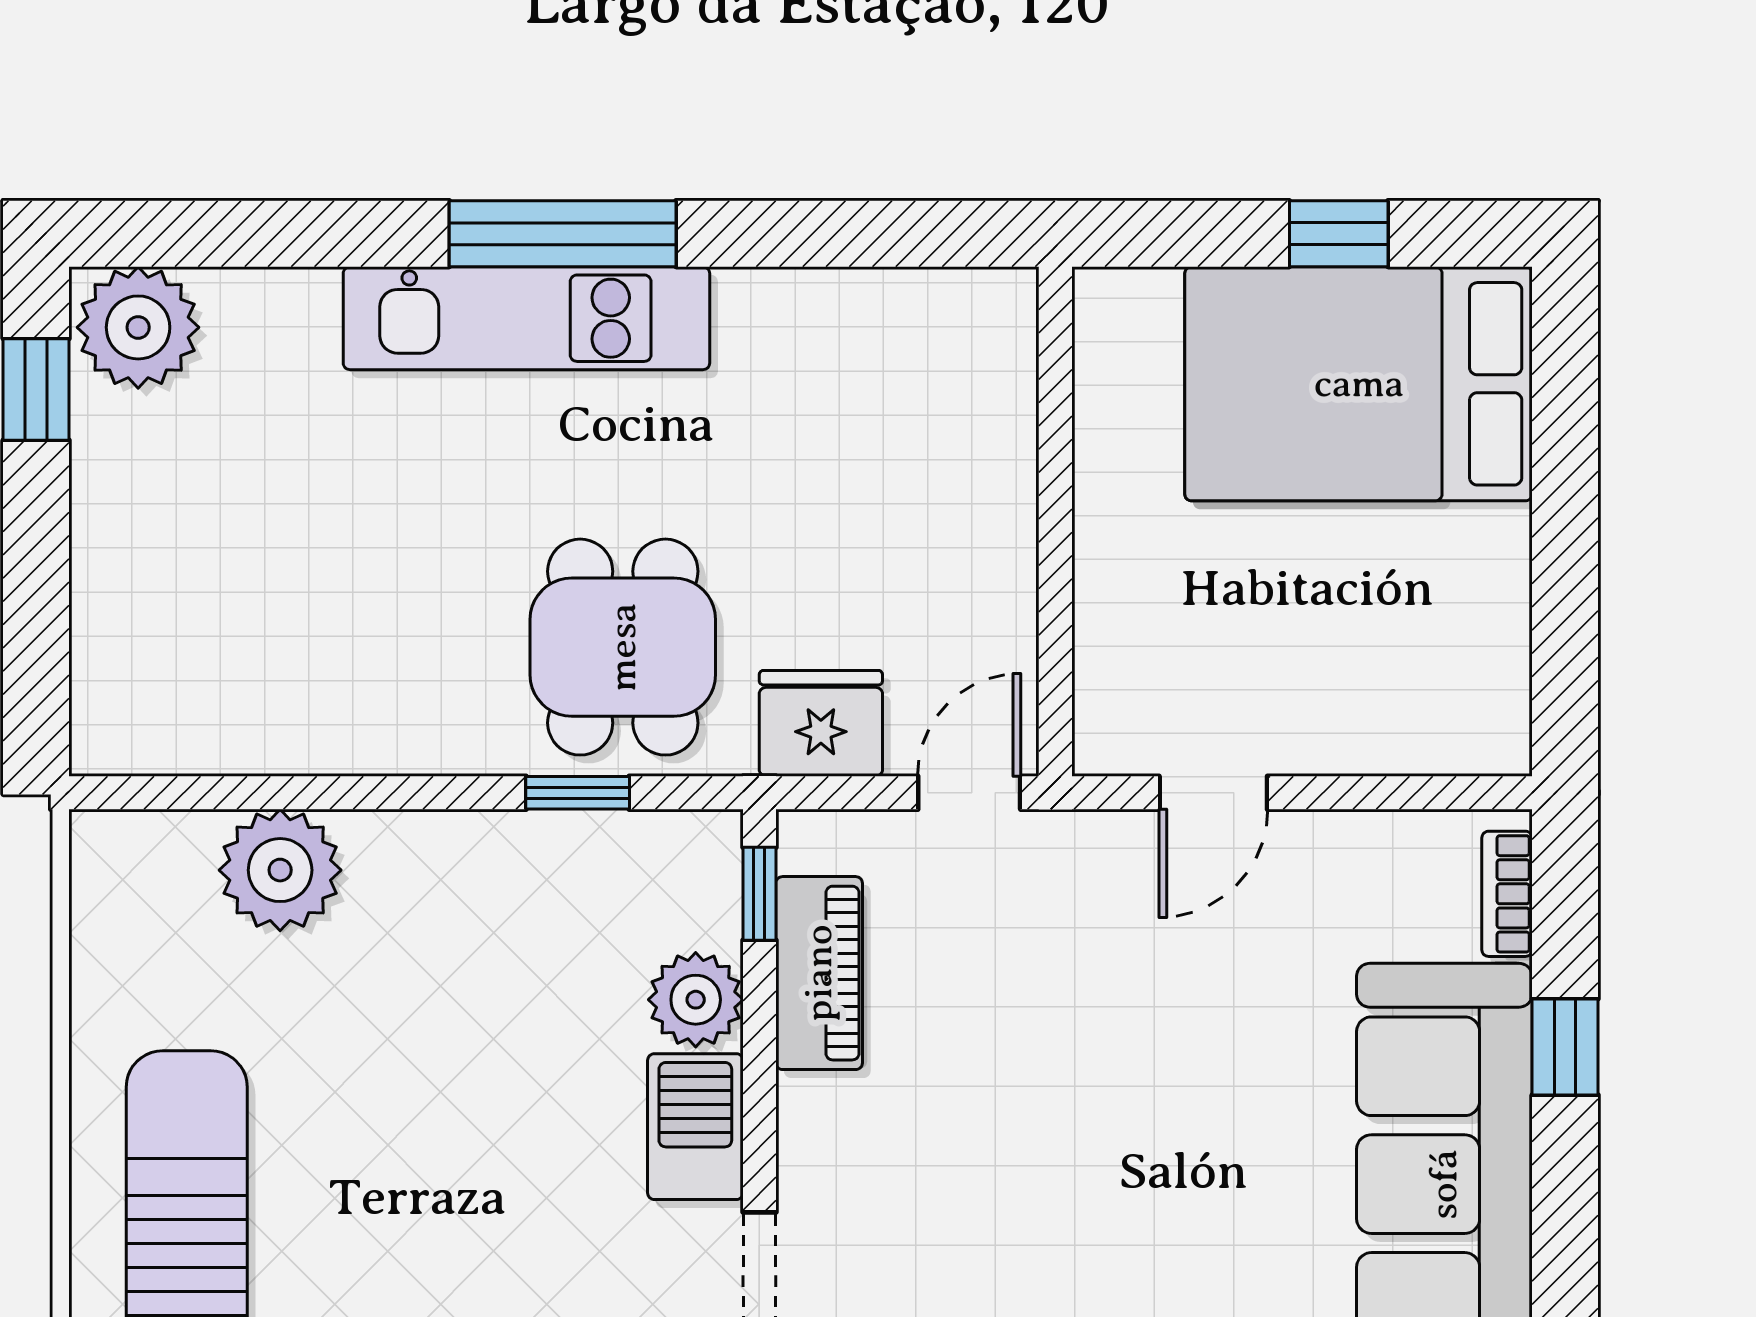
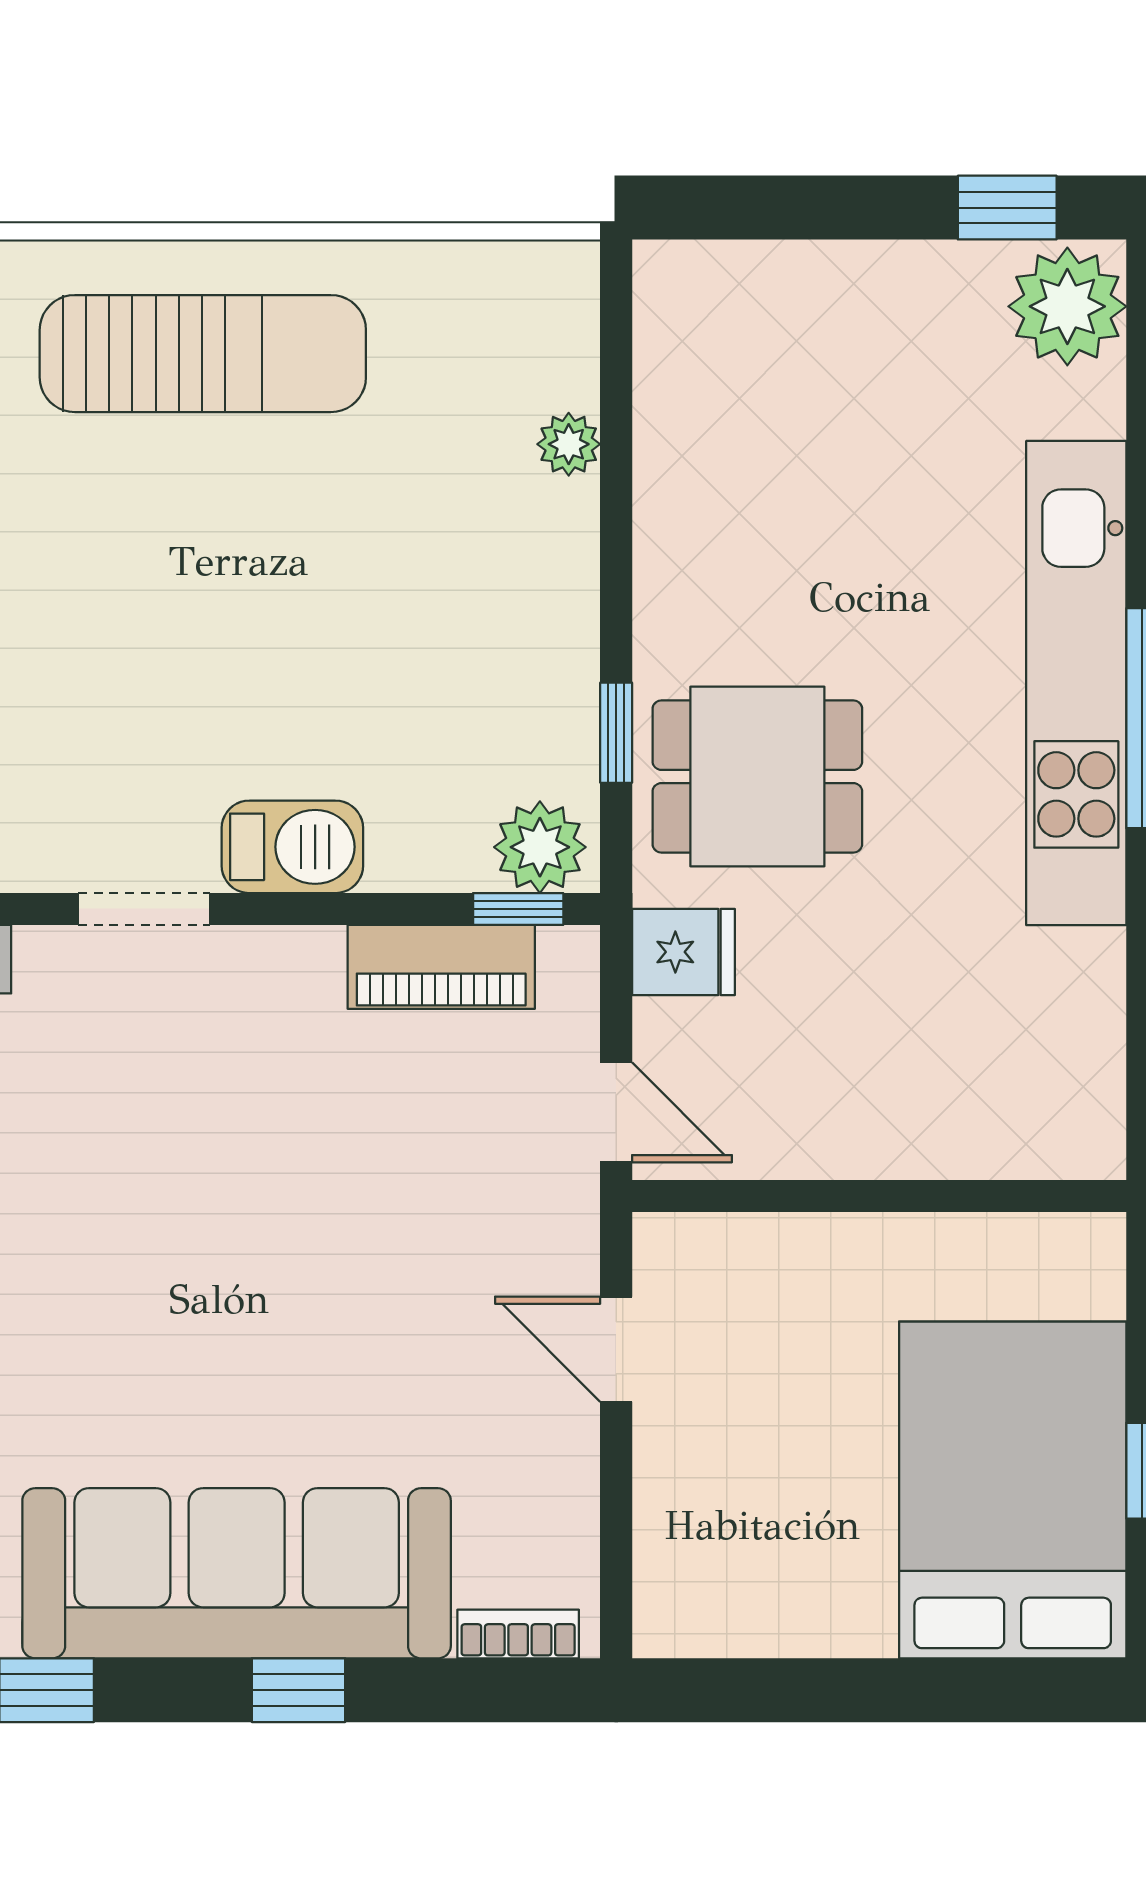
kitchen unit: (526, 318) -> (1076, 683), width x1.36
fridge: (821, 723) -> (684, 952), width x0.72
plant: (280, 870) -> (569, 444), width x0.53, depth x0.53
plant: (696, 1000) -> (540, 847), moved
window: (1565, 1047) -> (298, 1690), moved

